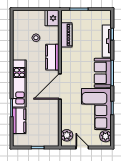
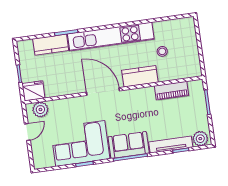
fridge: (52, 18) -> (33, 91), moved
kitchen unit: (19, 83) -> (111, 37), width x1.36
plant: (105, 136) -> (200, 139), moved

